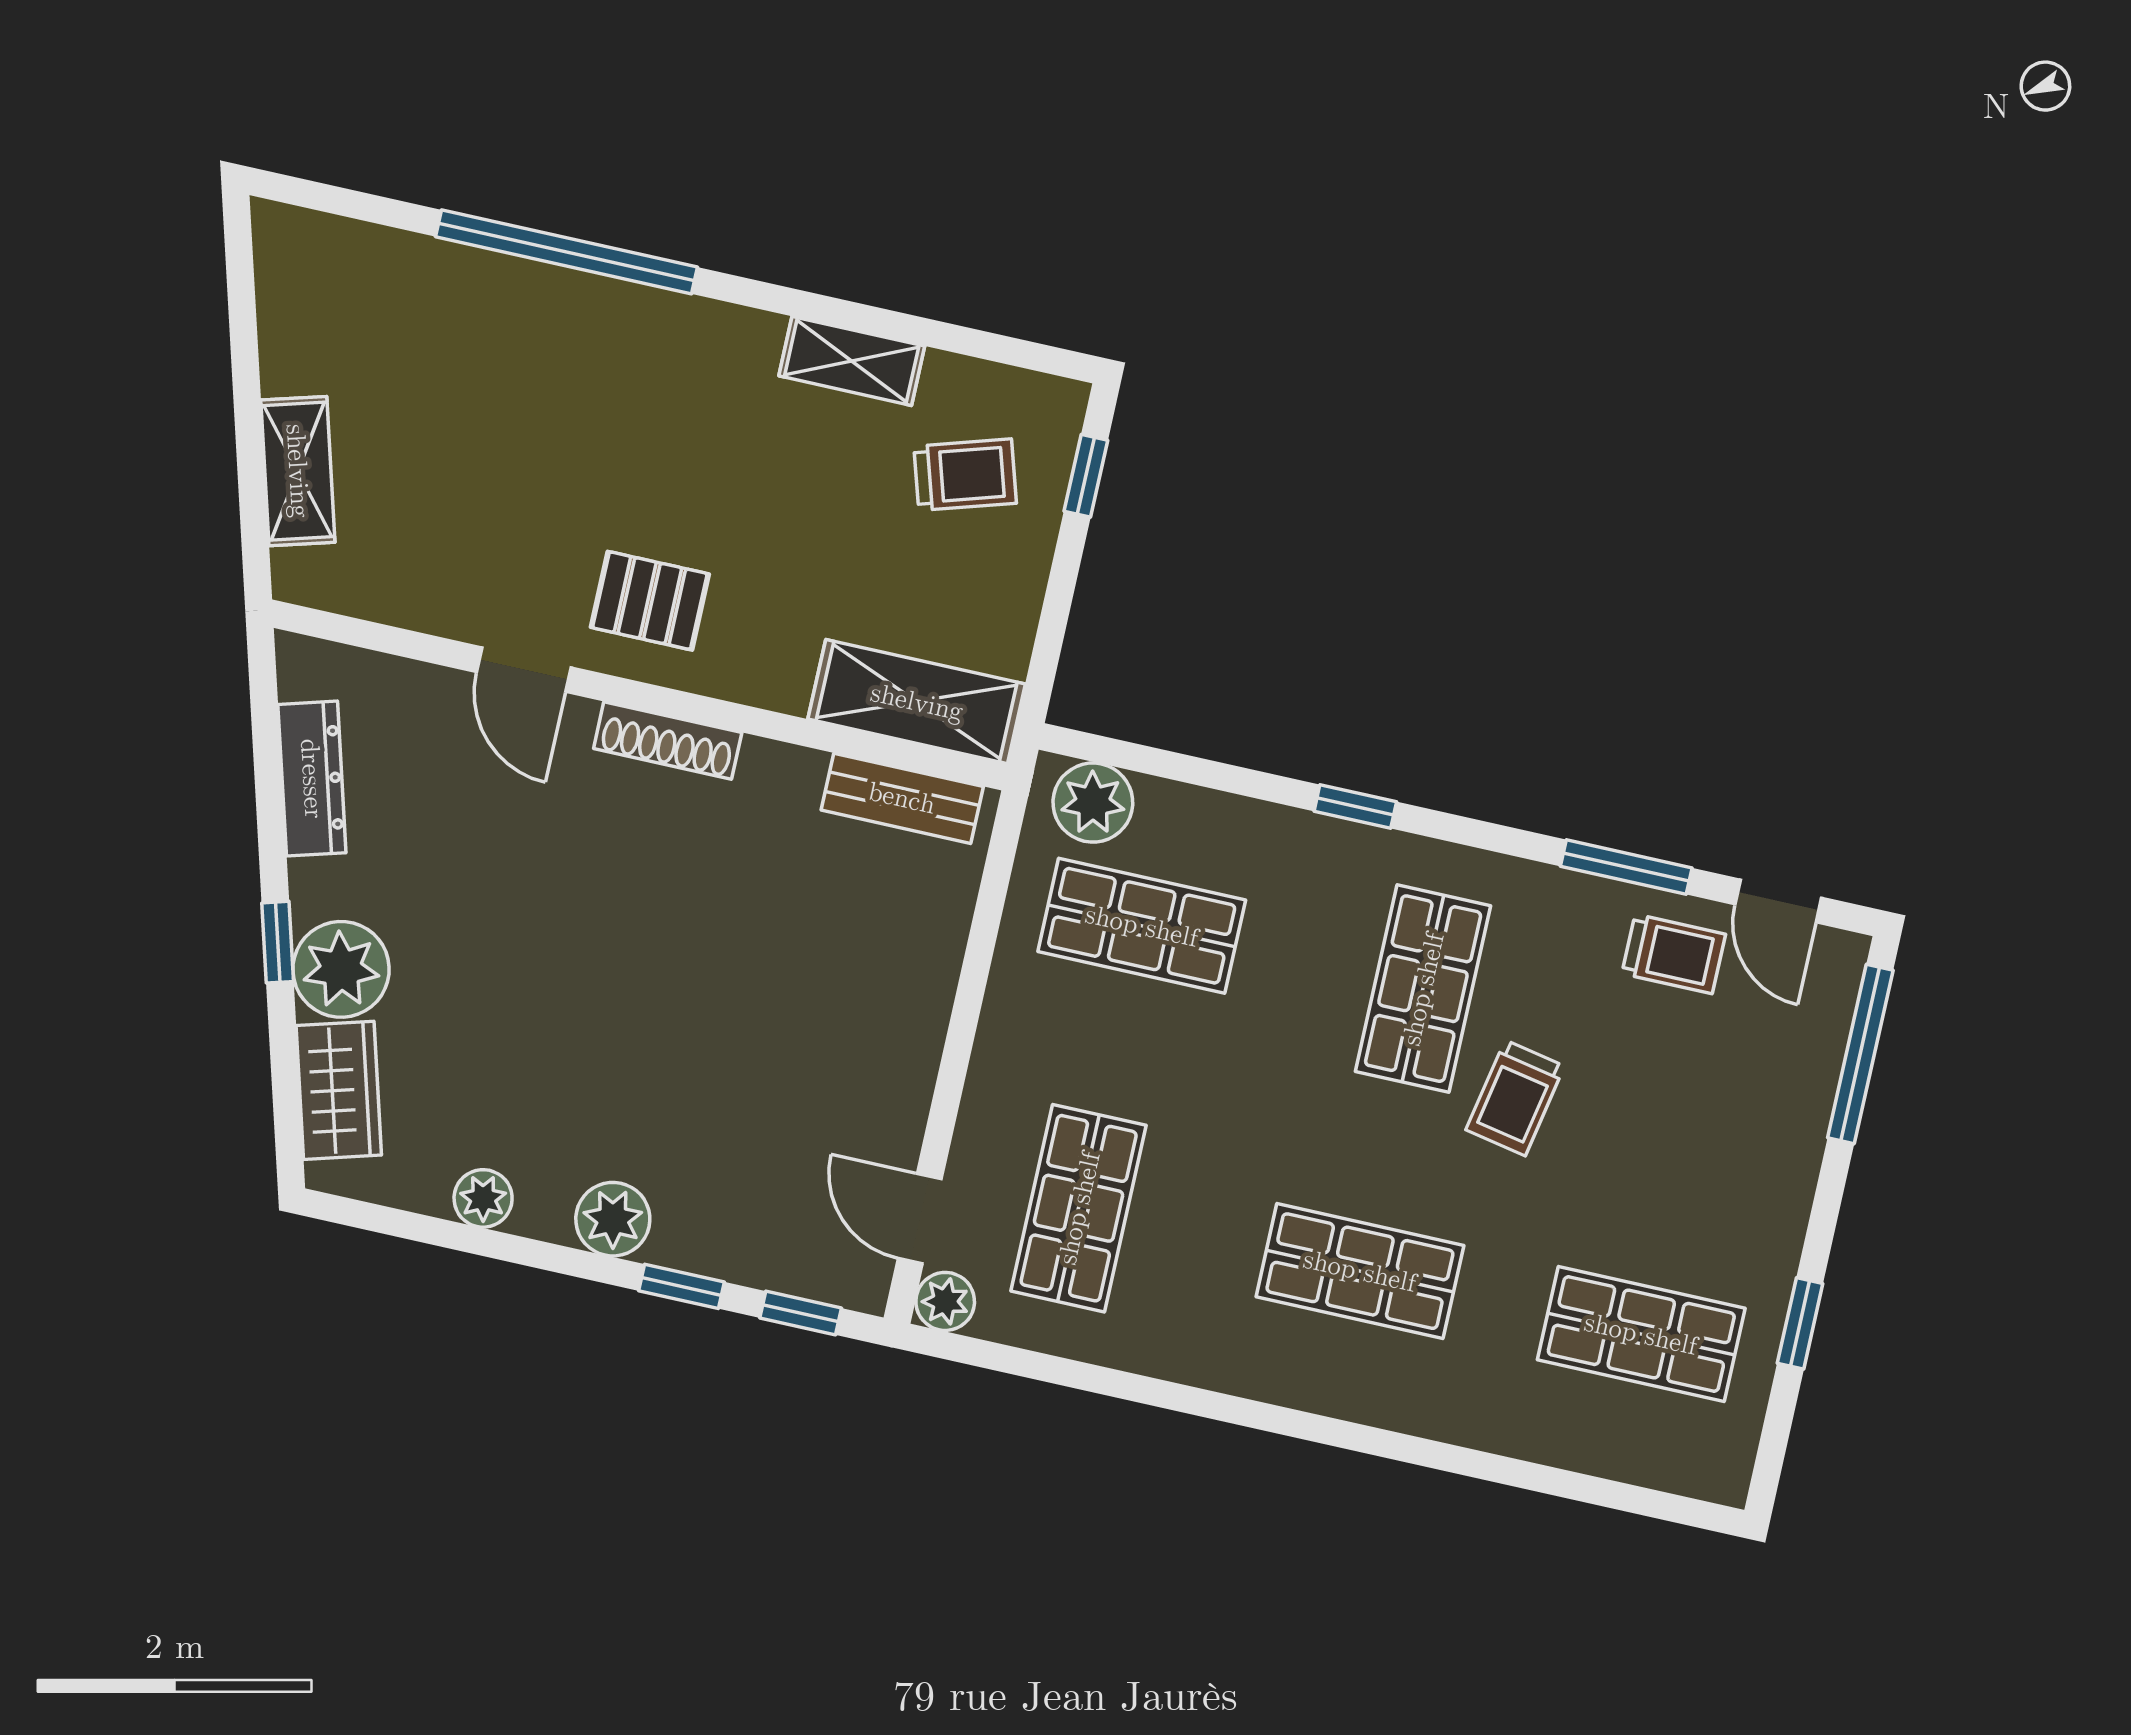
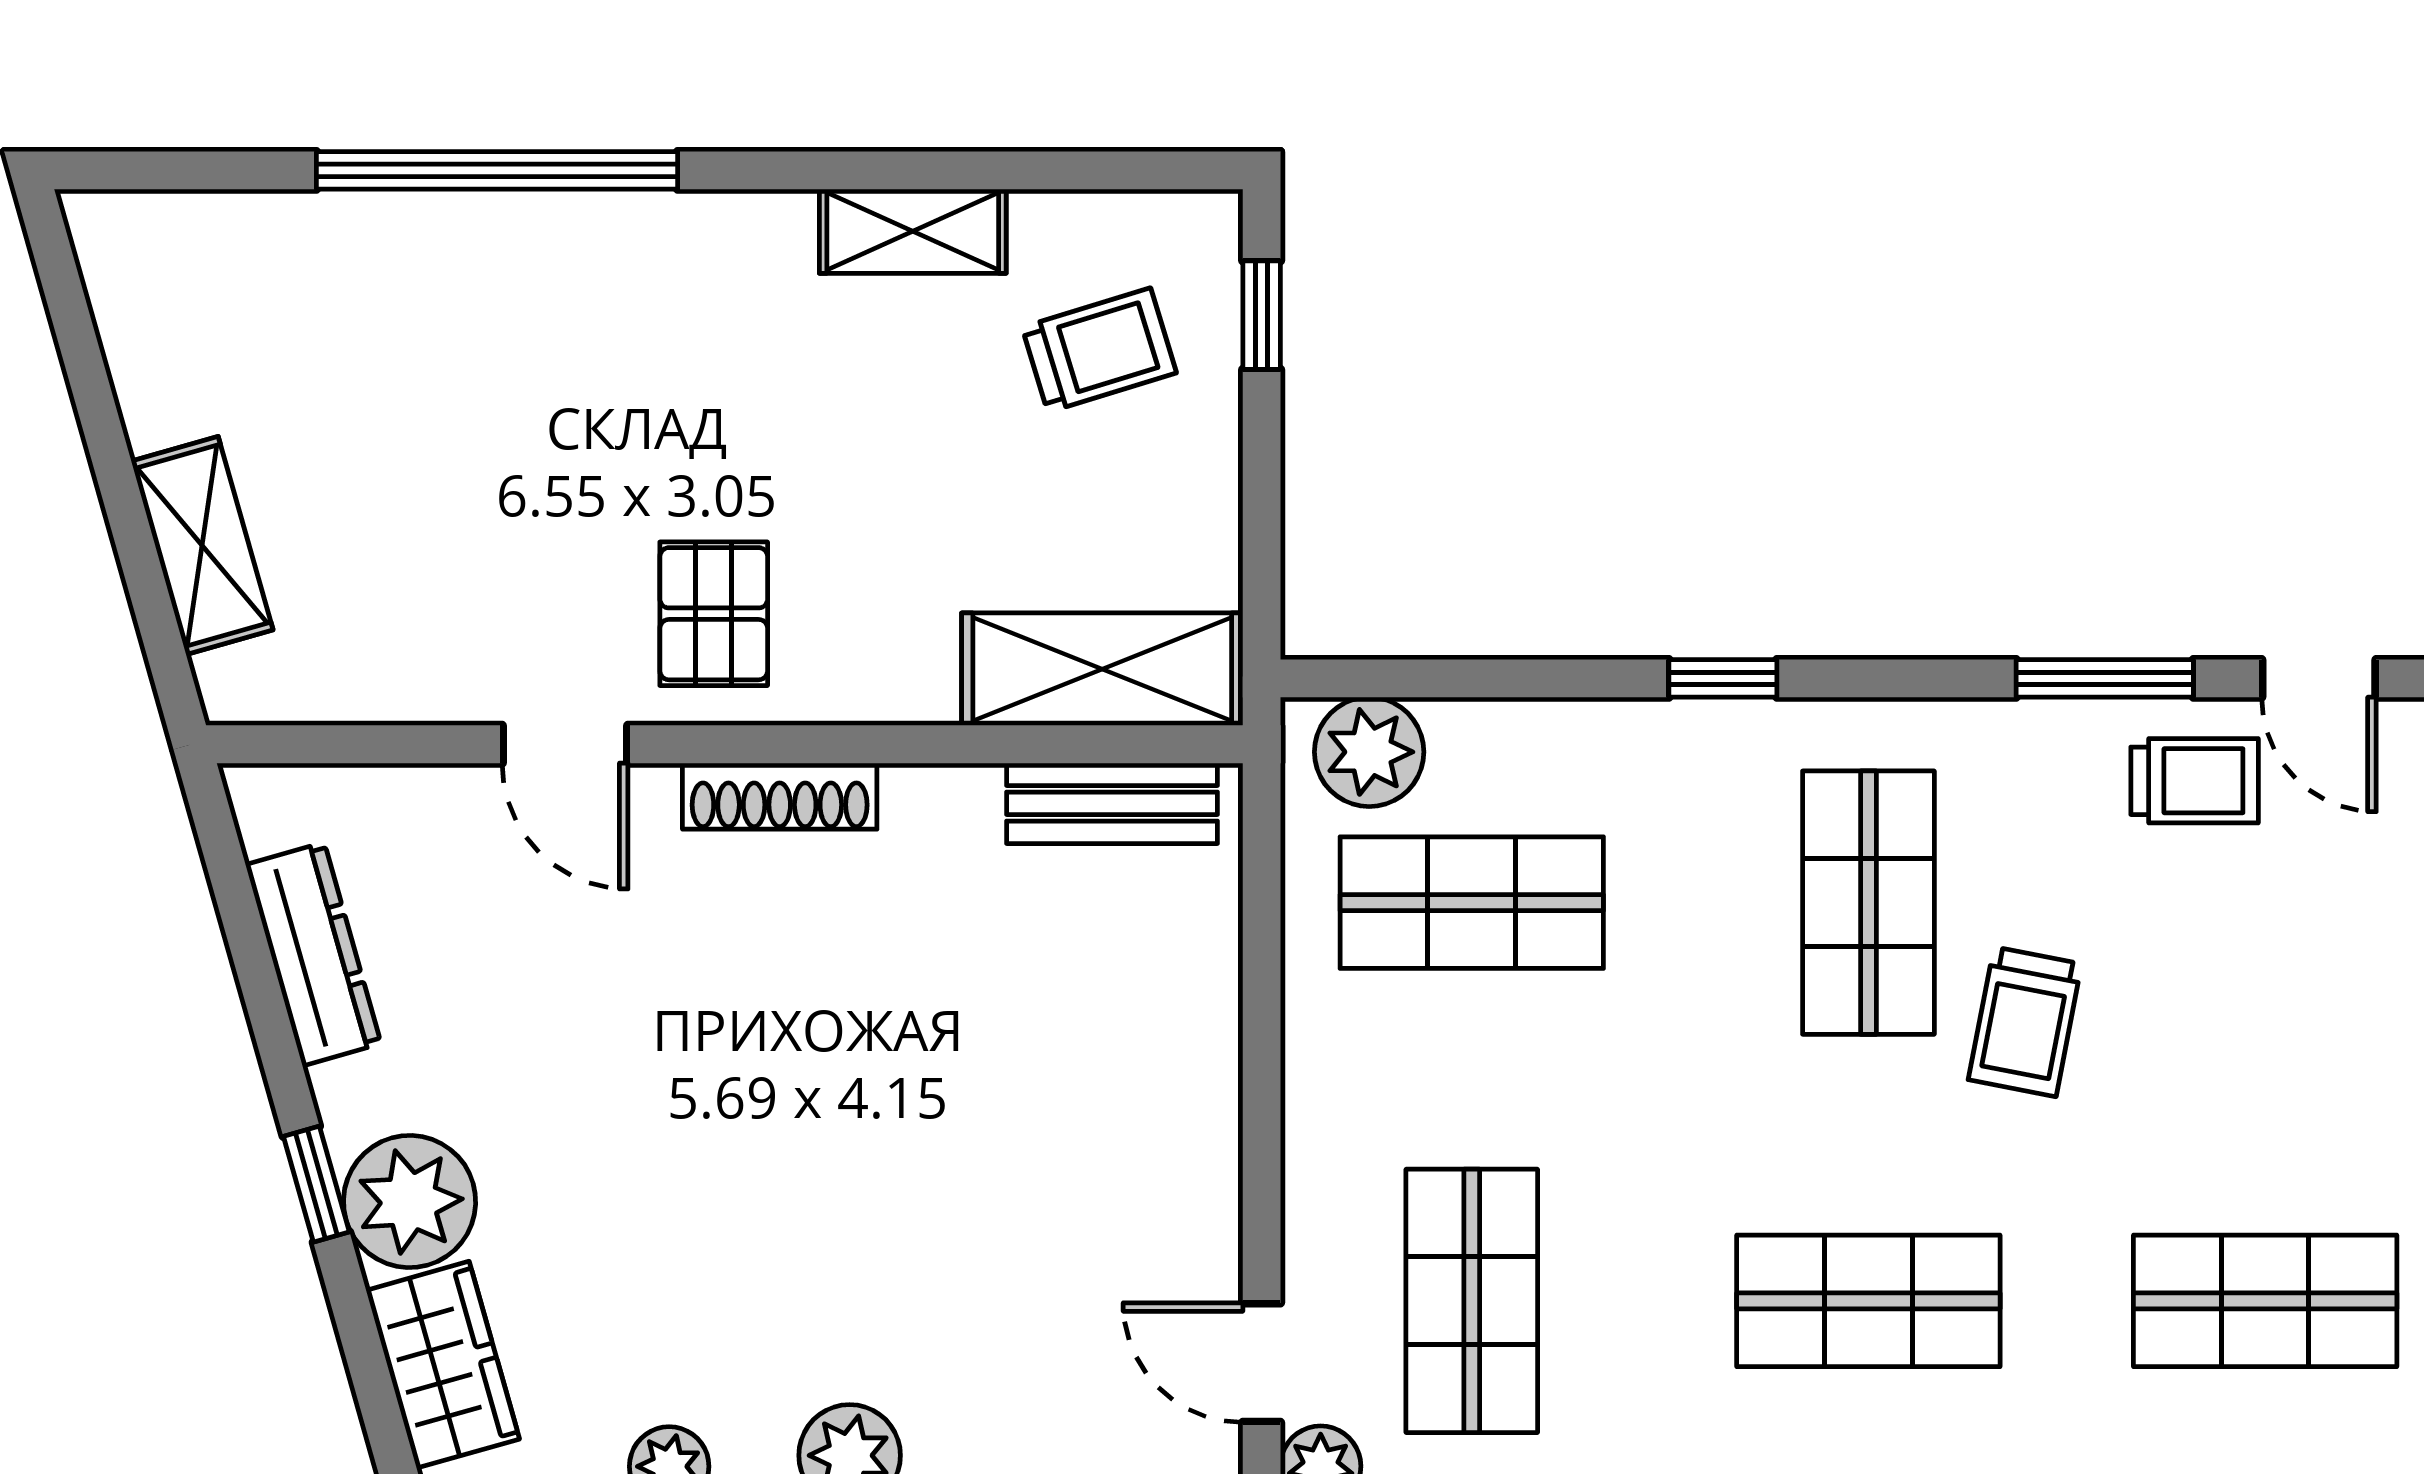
pallet: (650, 601) -> (714, 614), turned 90

